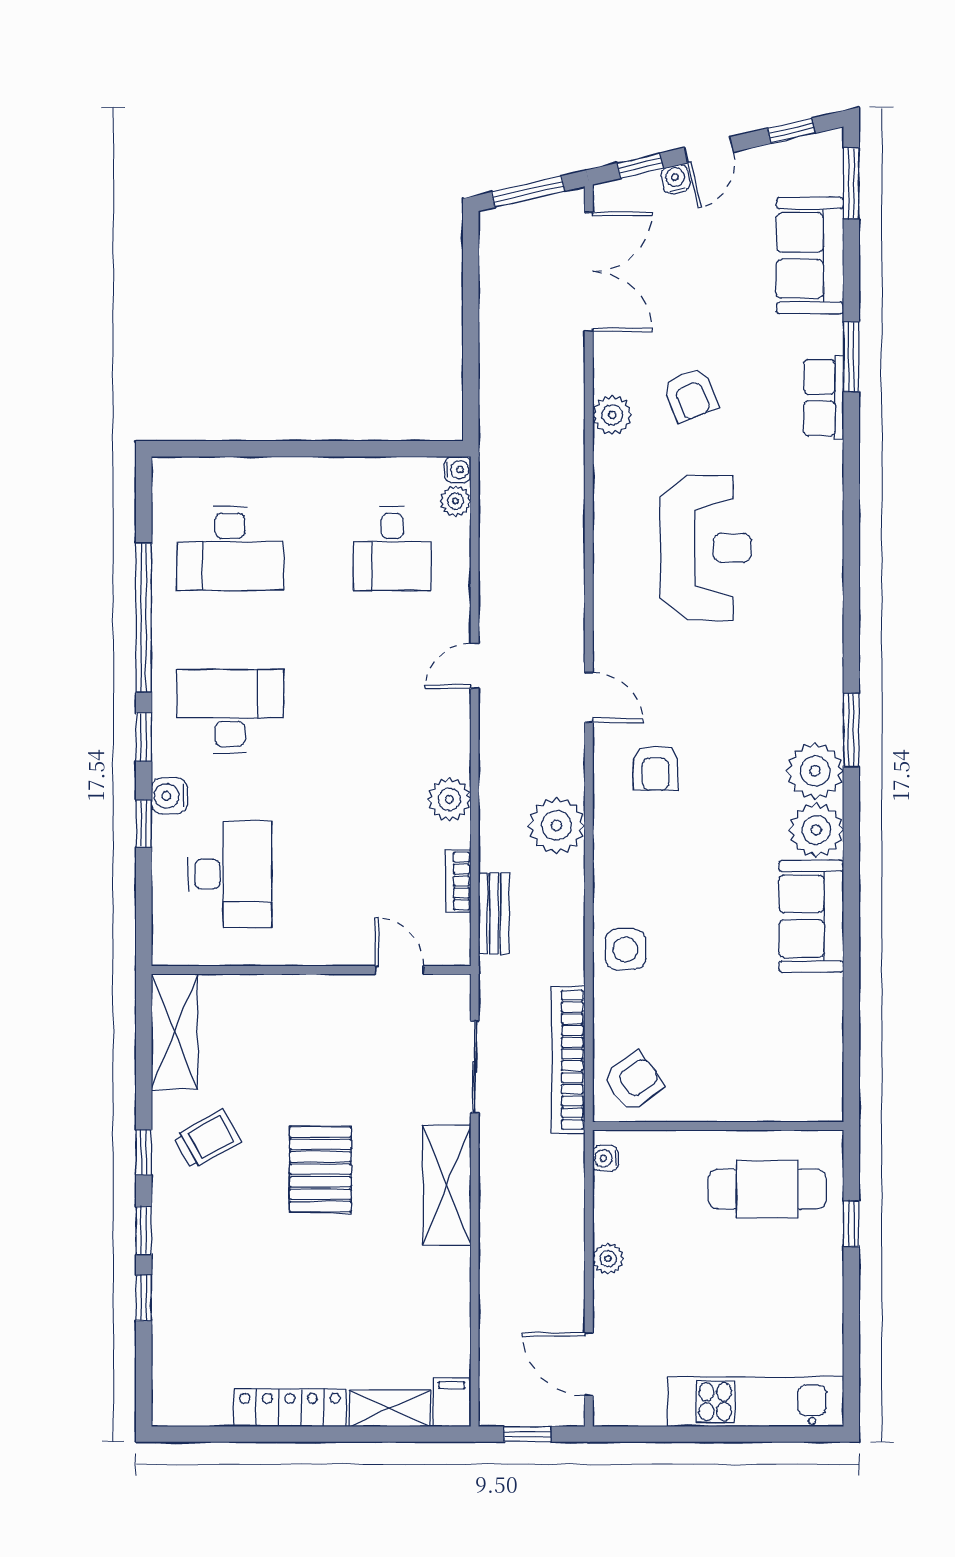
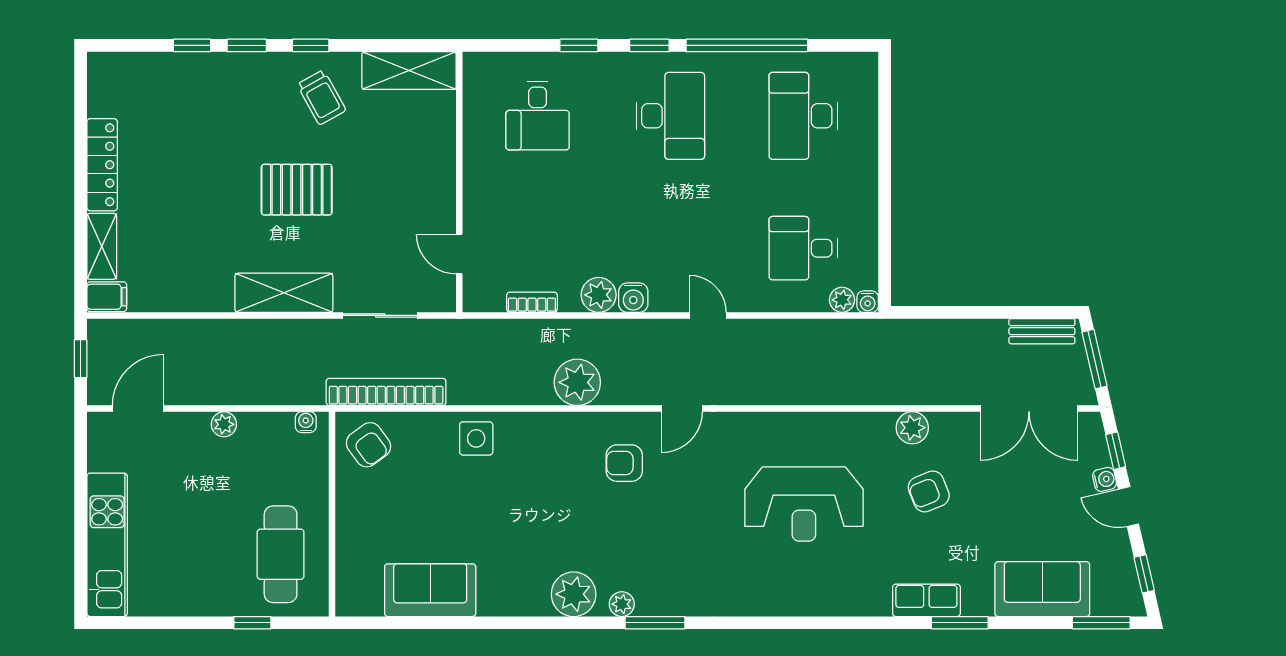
plant: (815, 771) -> (622, 604), width x0.53, depth x0.53
water cooler: (169, 796) -> (633, 298), moved, turned 180
desk: (230, 874) -> (538, 116), width x0.73
bench: (494, 913) -> (1042, 331), moved
sofa: (811, 916) -> (430, 590), moved
door: (399, 970) -> (459, 254), swing flipped

